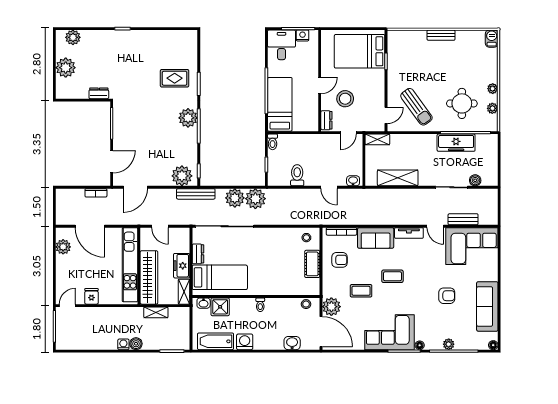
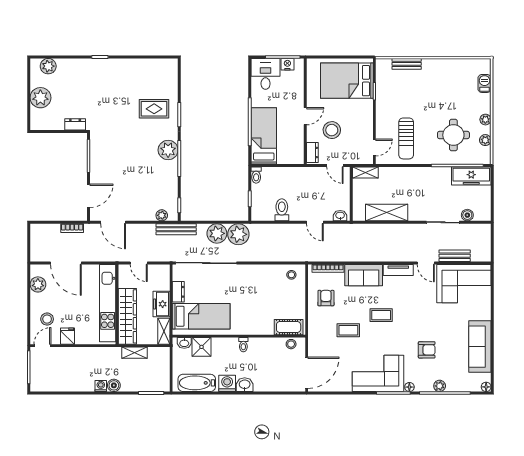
bench: (441, 35) -> (407, 64), moved
barbecue: (492, 39) -> (484, 83), moved
sun lounger: (416, 107) -> (406, 138), turned 36
door: (348, 133) -> (335, 165), hinge flipped
freezer: (456, 143) -> (471, 176), moved
plant: (182, 176) -> (162, 215), width x0.53, depth x0.53
door: (135, 187) -> (113, 222), hinge flipped
armchair: (340, 260) -> (326, 298), turned -90
cot: (312, 264) -> (289, 327), moved, turned 90
stool: (72, 280) -> (47, 319), added
armchair: (447, 296) -> (427, 350), moved
plant: (331, 307) -> (317, 347), removed
door: (321, 332) -> (307, 373), hinge flipped
washbasin: (292, 343) -> (245, 385), moved

